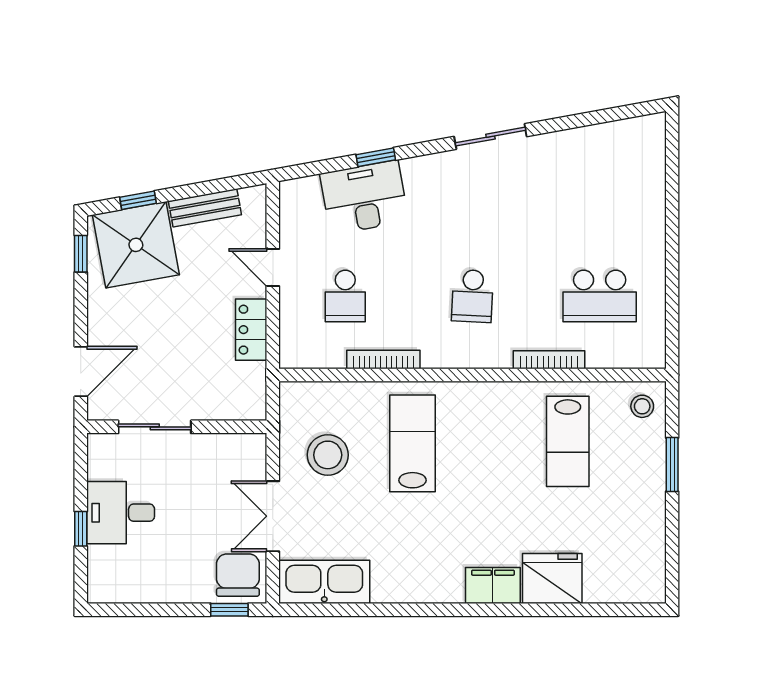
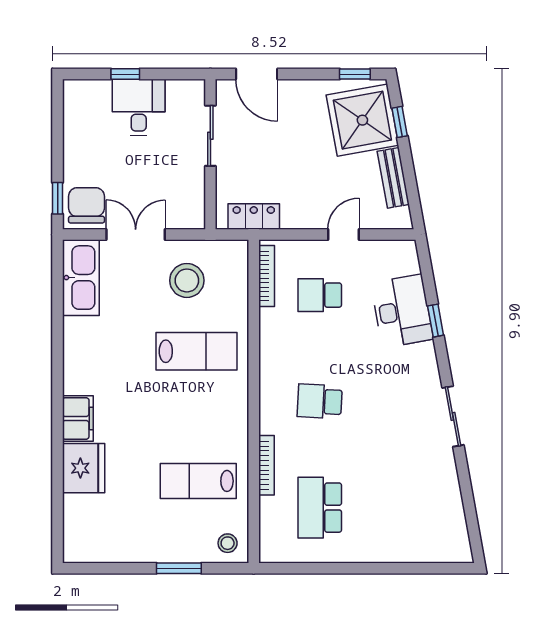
locker: (251, 330) -> (254, 216), moved
bookcase: (383, 360) -> (267, 276), moved
chair: (238, 575) -> (86, 205), turned -90

